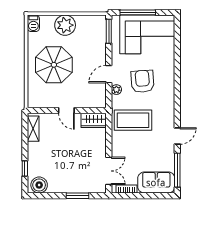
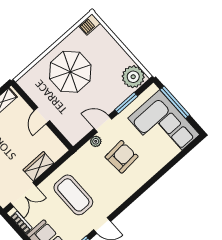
plant: (65, 25) -> (133, 77), moved
window: (109, 31) -> (126, 103), moved
wardrobe: (94, 120) -> (38, 167), moved, turned 90
coffee table: (133, 120) -> (73, 195), moved

